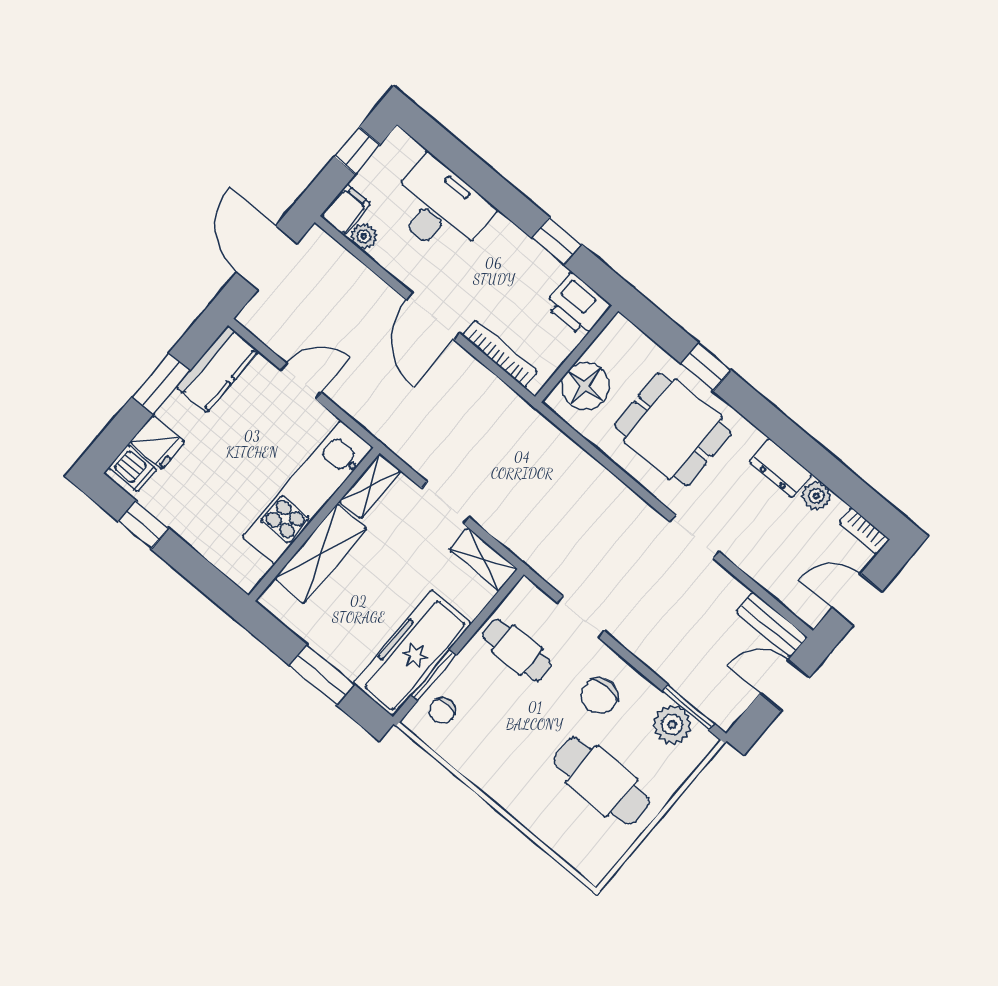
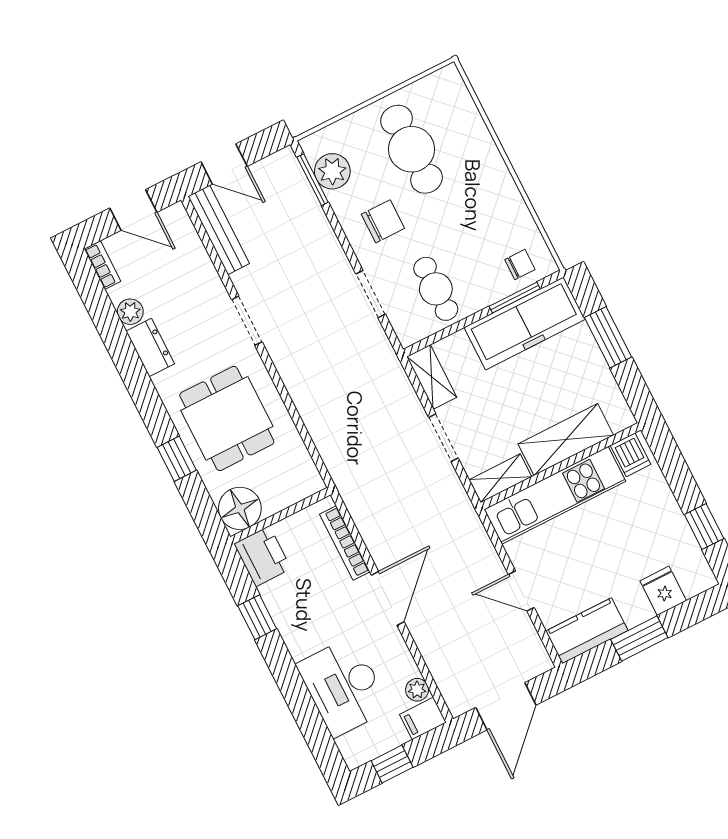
floor lamp: (585, 386) -> (240, 508), moved
dishwasher: (133, 468) -> (631, 455), moved, turned 180
bench: (772, 625) -> (219, 230), width x1.36

